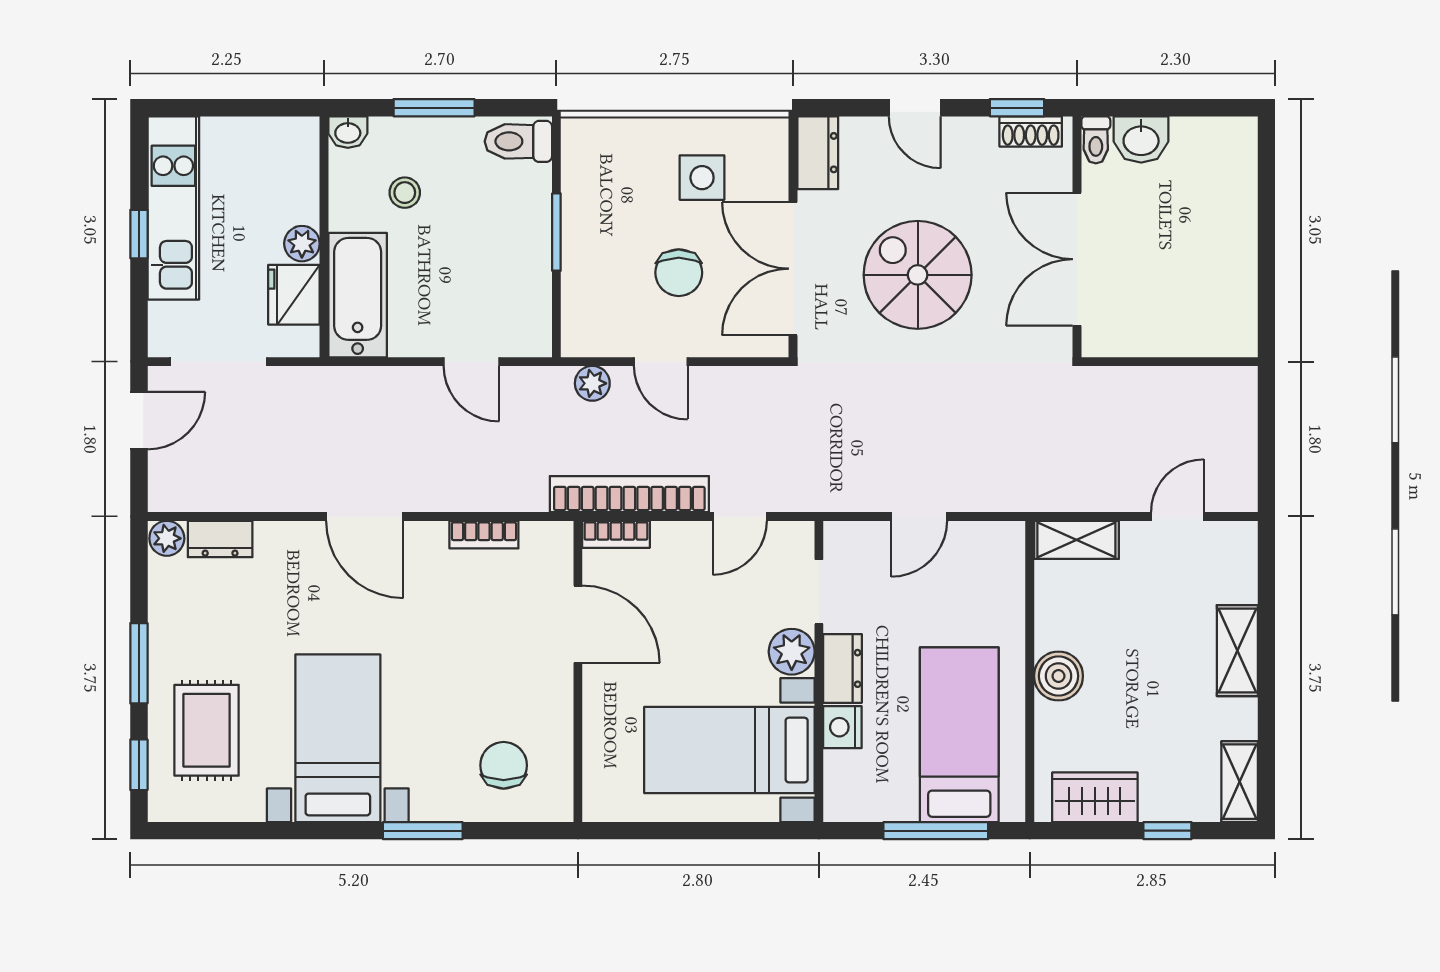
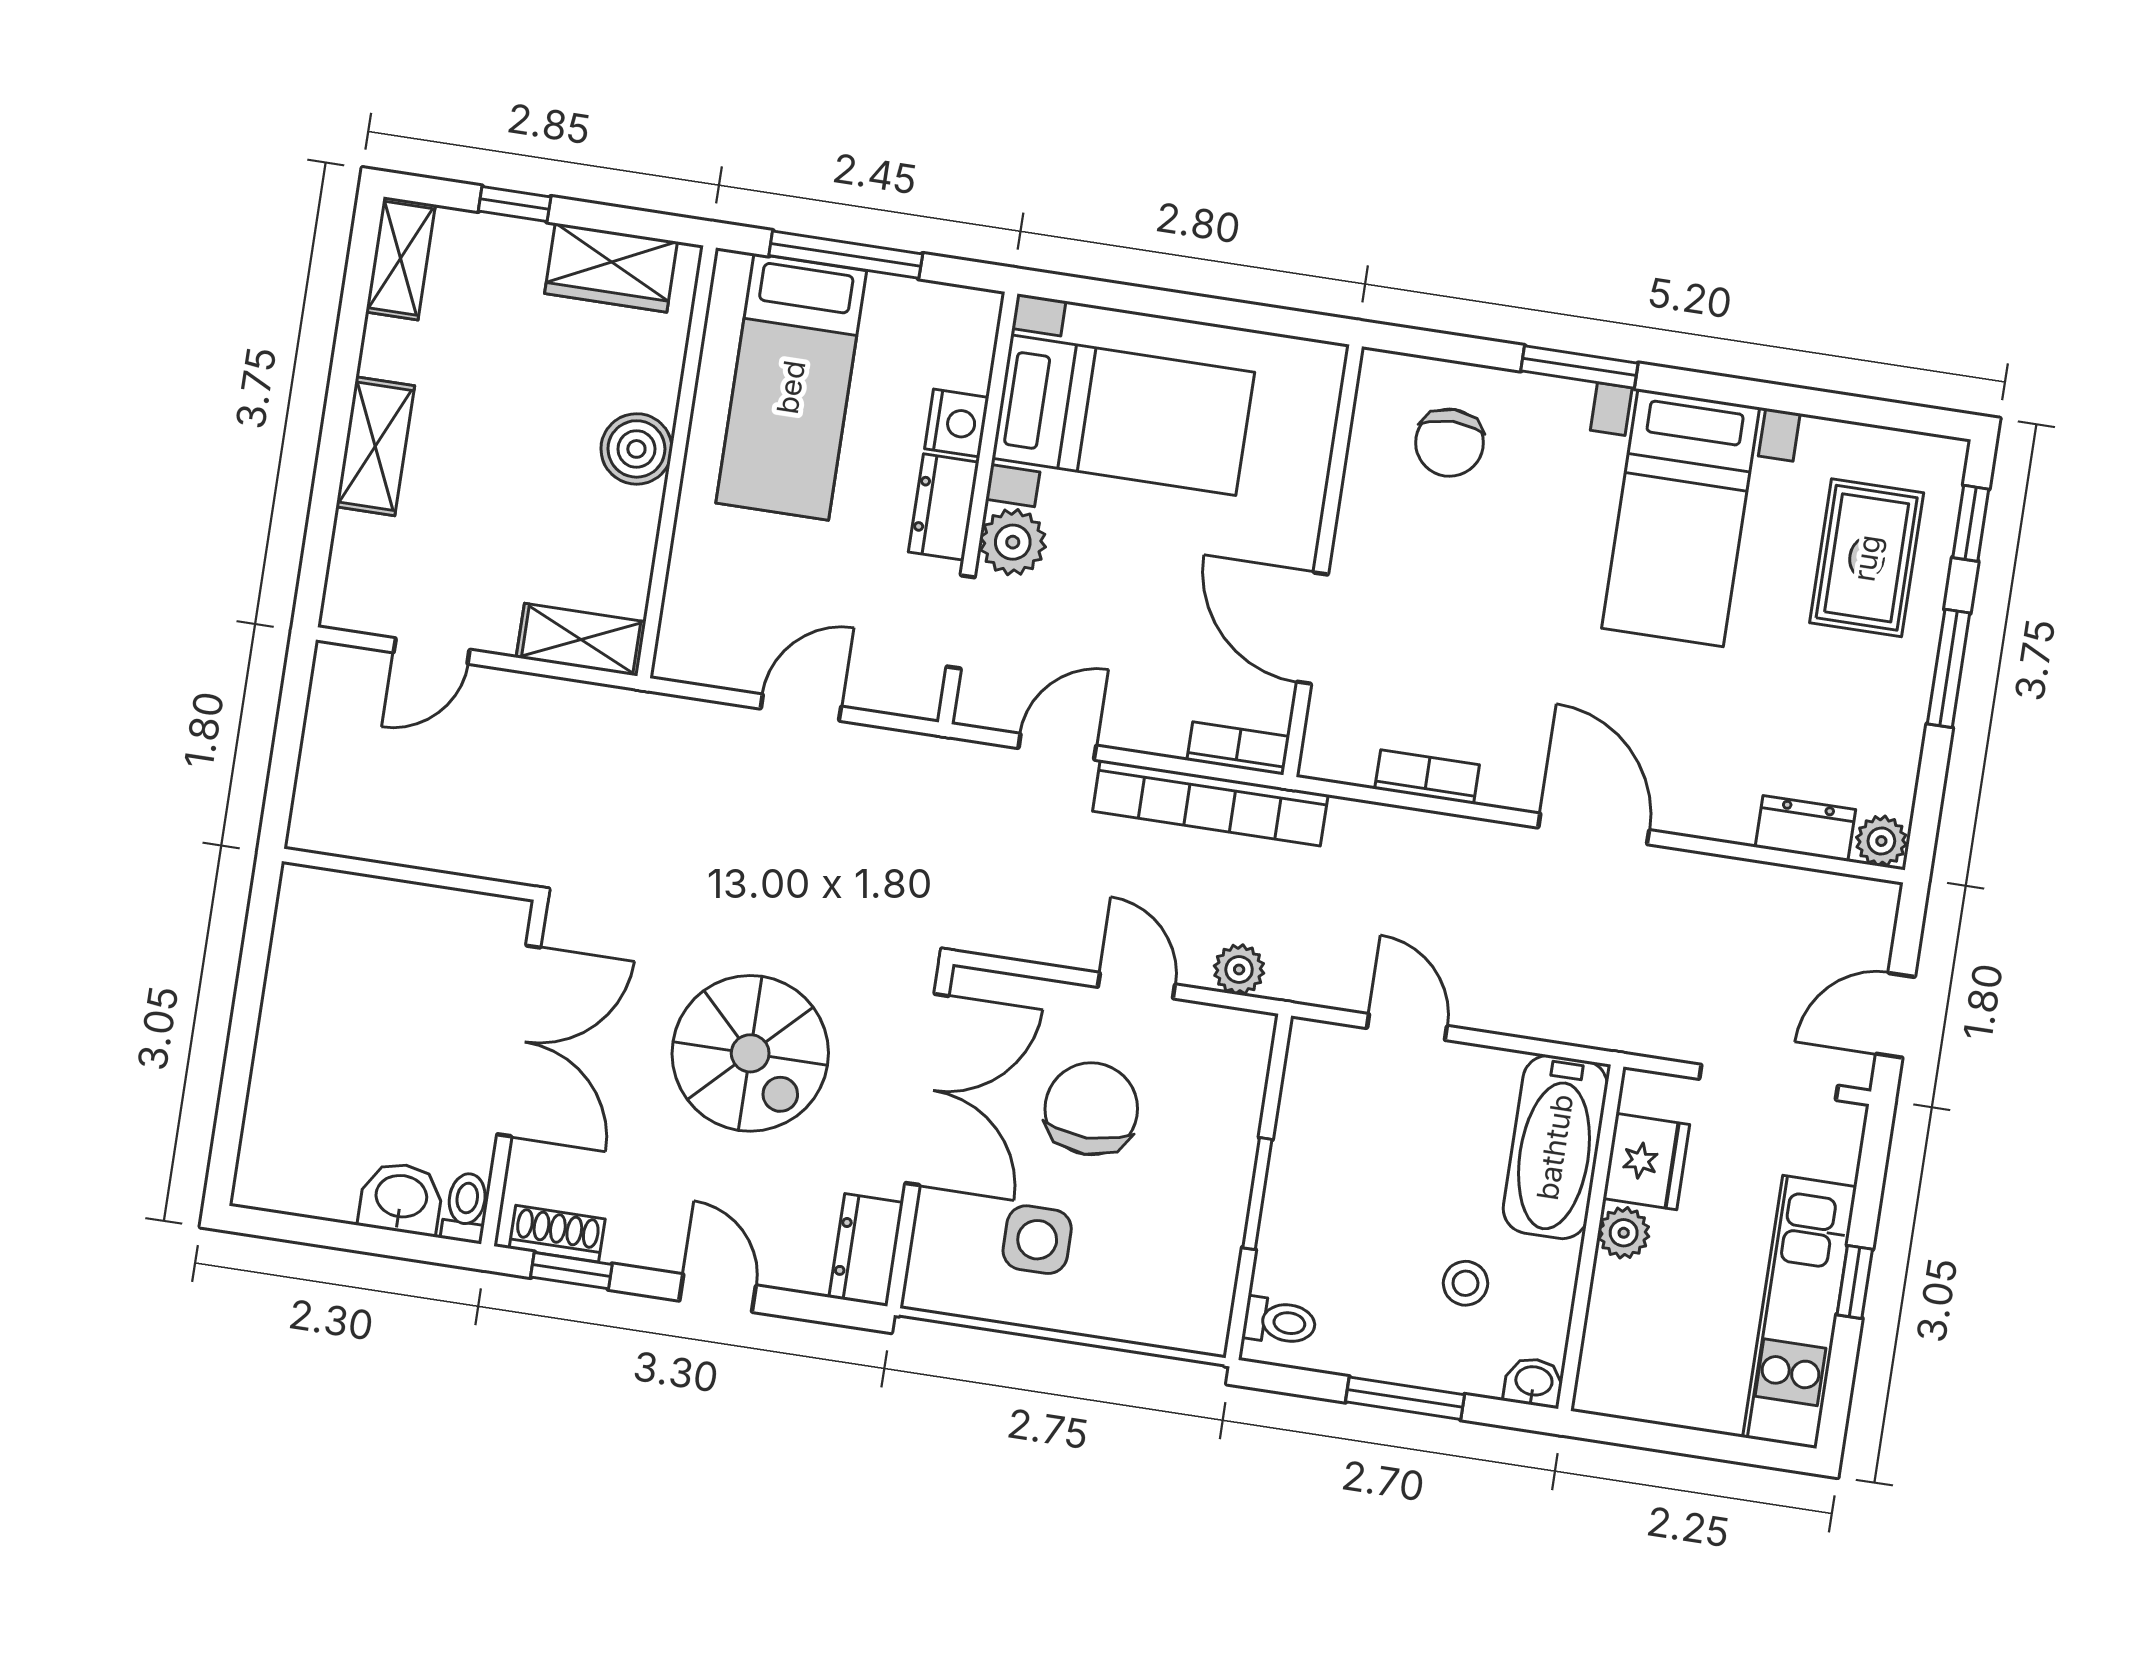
toilet: (518, 141) -> (1280, 1322), width x0.73, depth x0.72
chair: (679, 273) -> (1091, 1109), width x1.37, depth x1.37

